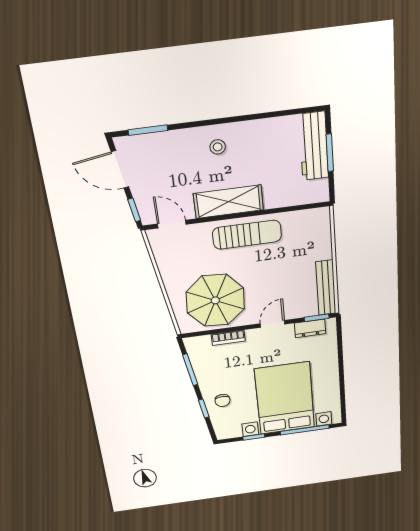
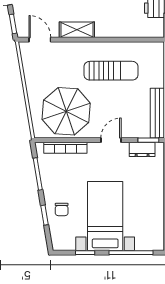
shelving: (228, 202) -> (77, 30), width x0.67, depth x0.75
sun lounger: (247, 235) -> (111, 71), moved
bookcase: (228, 338) -> (65, 148), width x1.56
bed with nightstands: (285, 398) -> (105, 216), width x0.73

